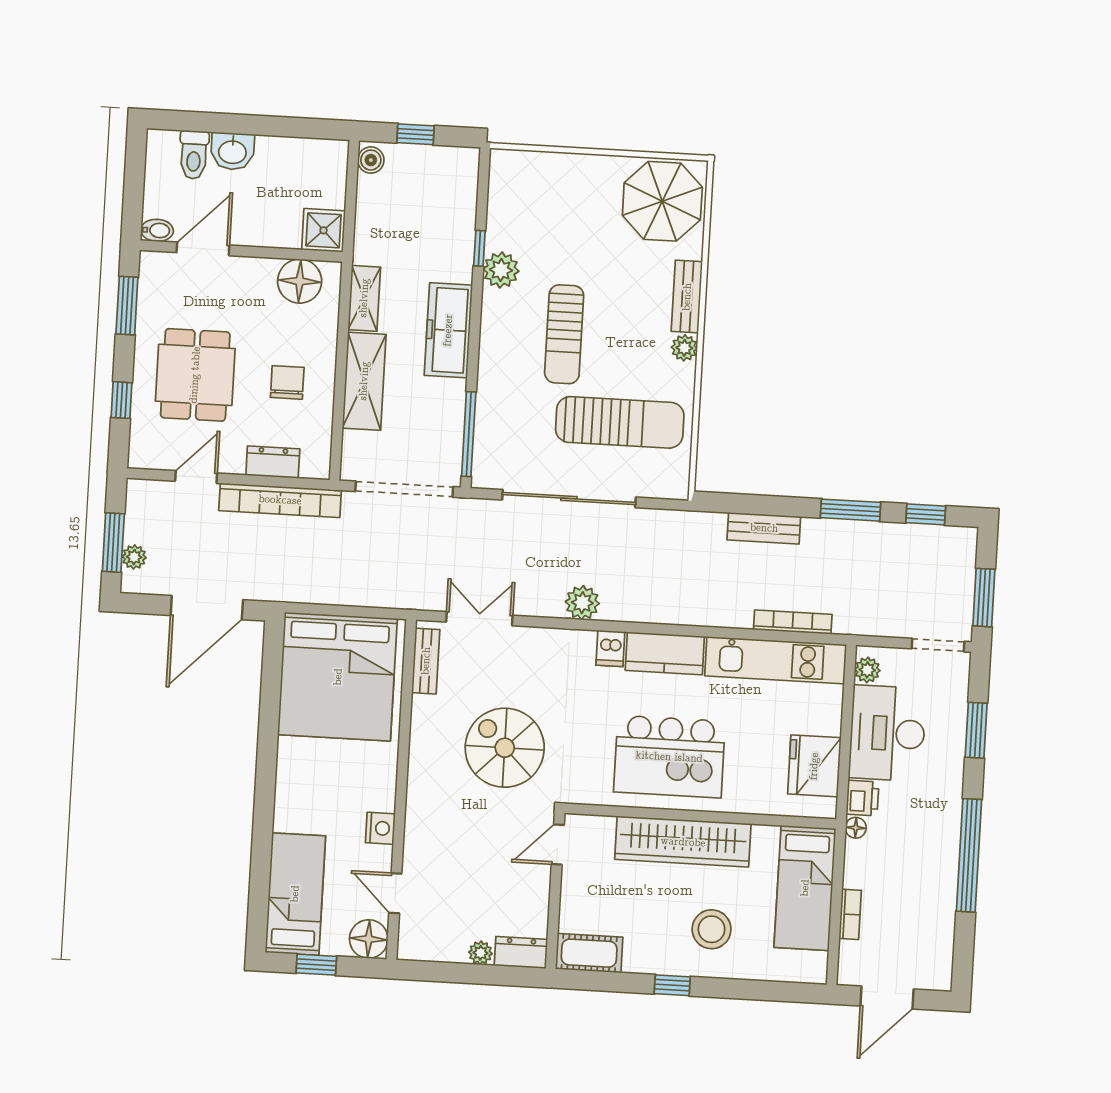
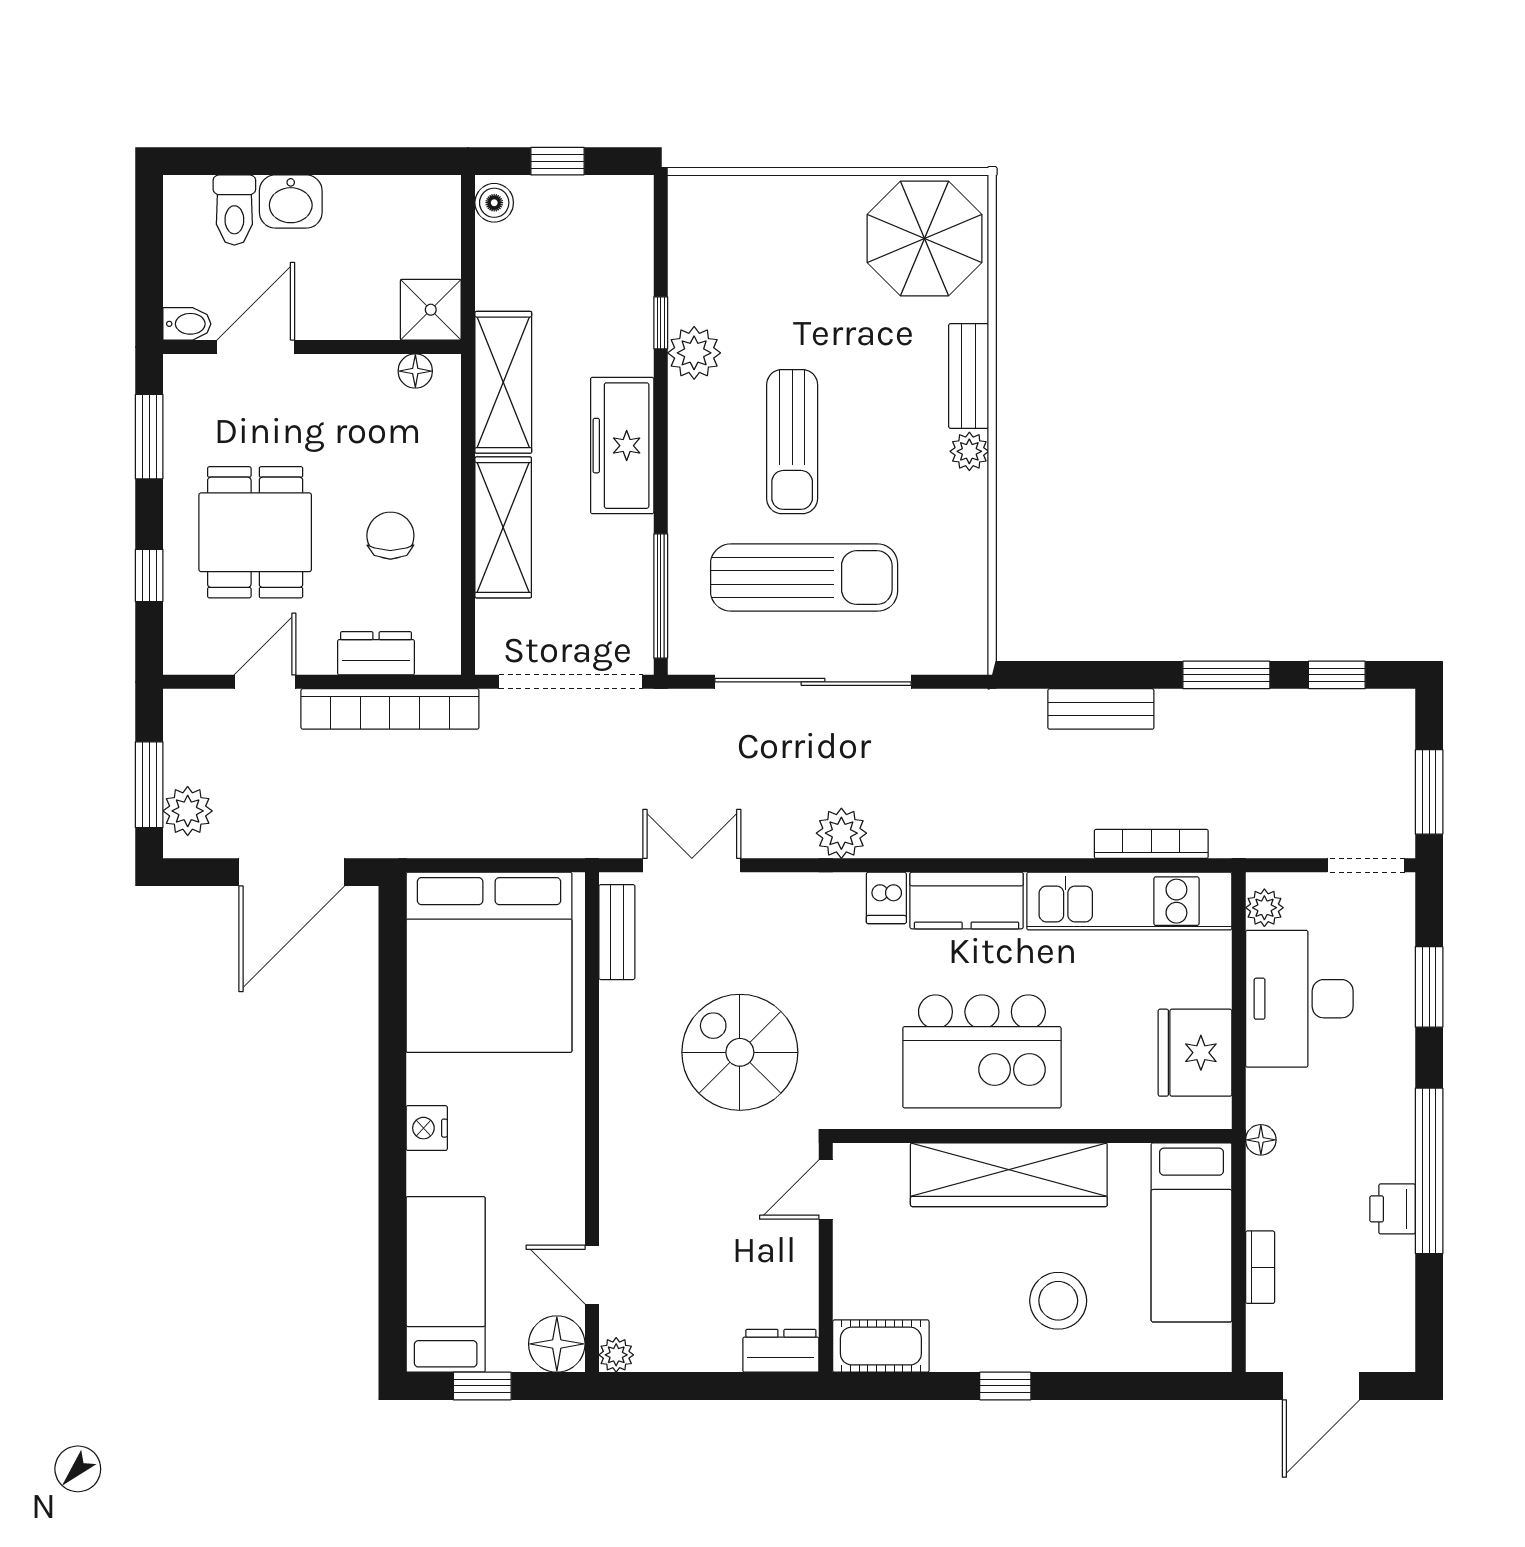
floor lamp: (300, 281) -> (415, 371), width x0.53, depth x0.53
shelving: (364, 298) -> (503, 382), width x1.50, depth x1.33
sun lounger: (620, 422) -> (804, 578), moved
plant: (134, 557) -> (188, 811), width x1.38, depth x1.38
printer: (863, 798) -> (1393, 1209), moved, turned 180
nightstand: (380, 828) -> (427, 1128), moved, turned 180
plant: (480, 953) -> (616, 1355), moved

